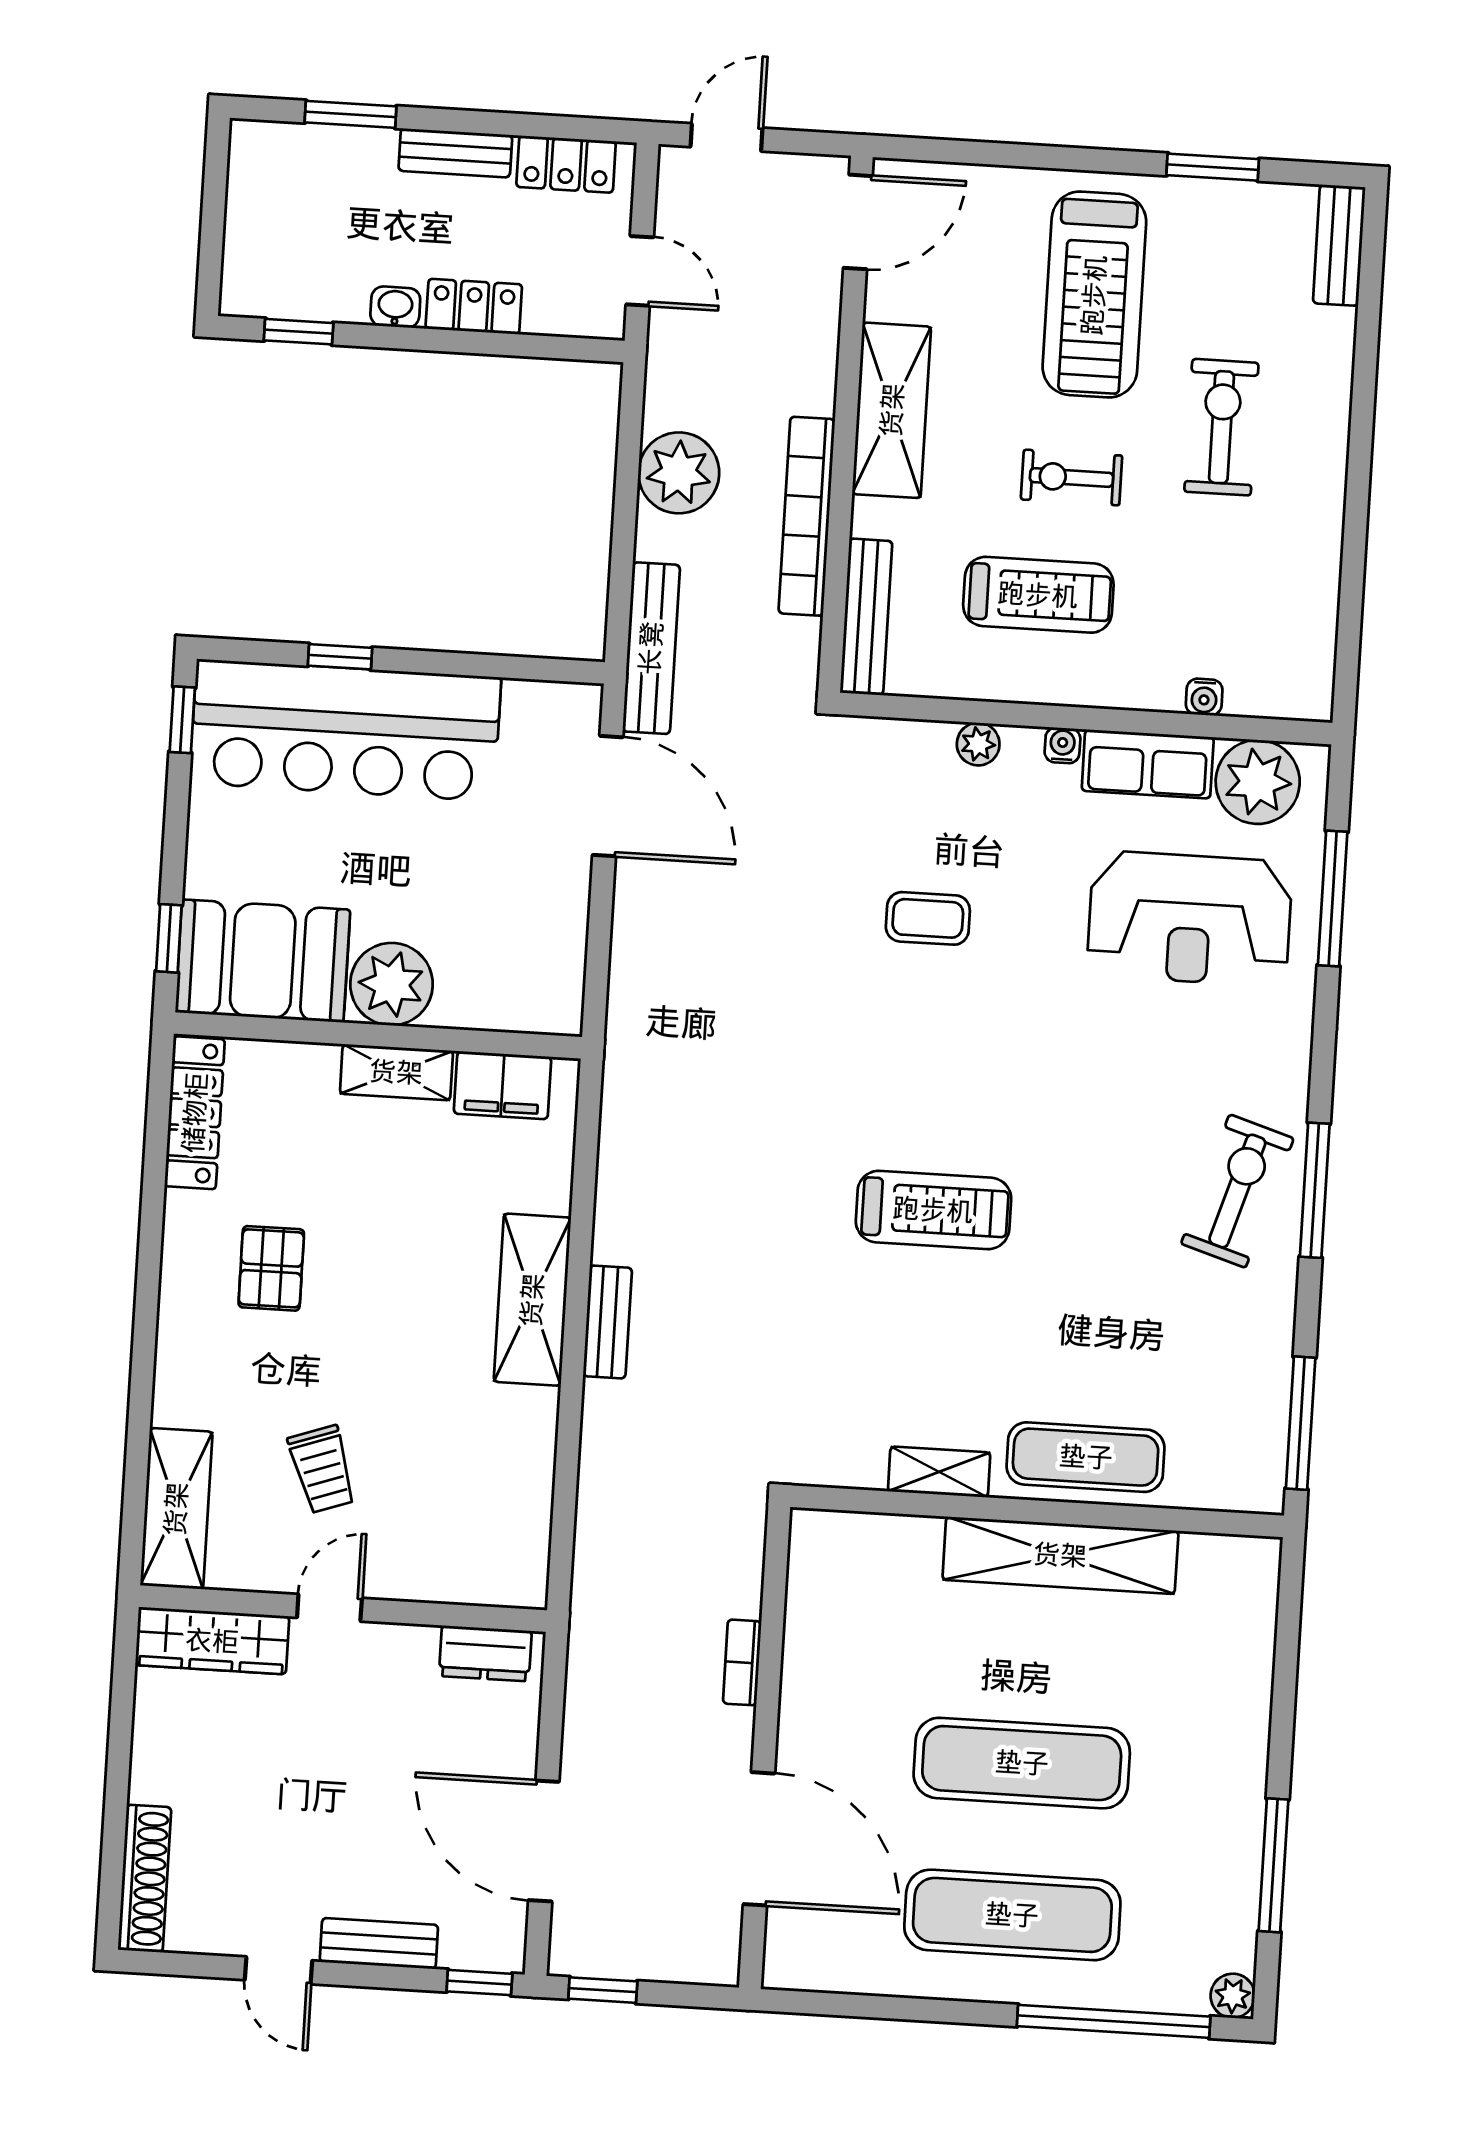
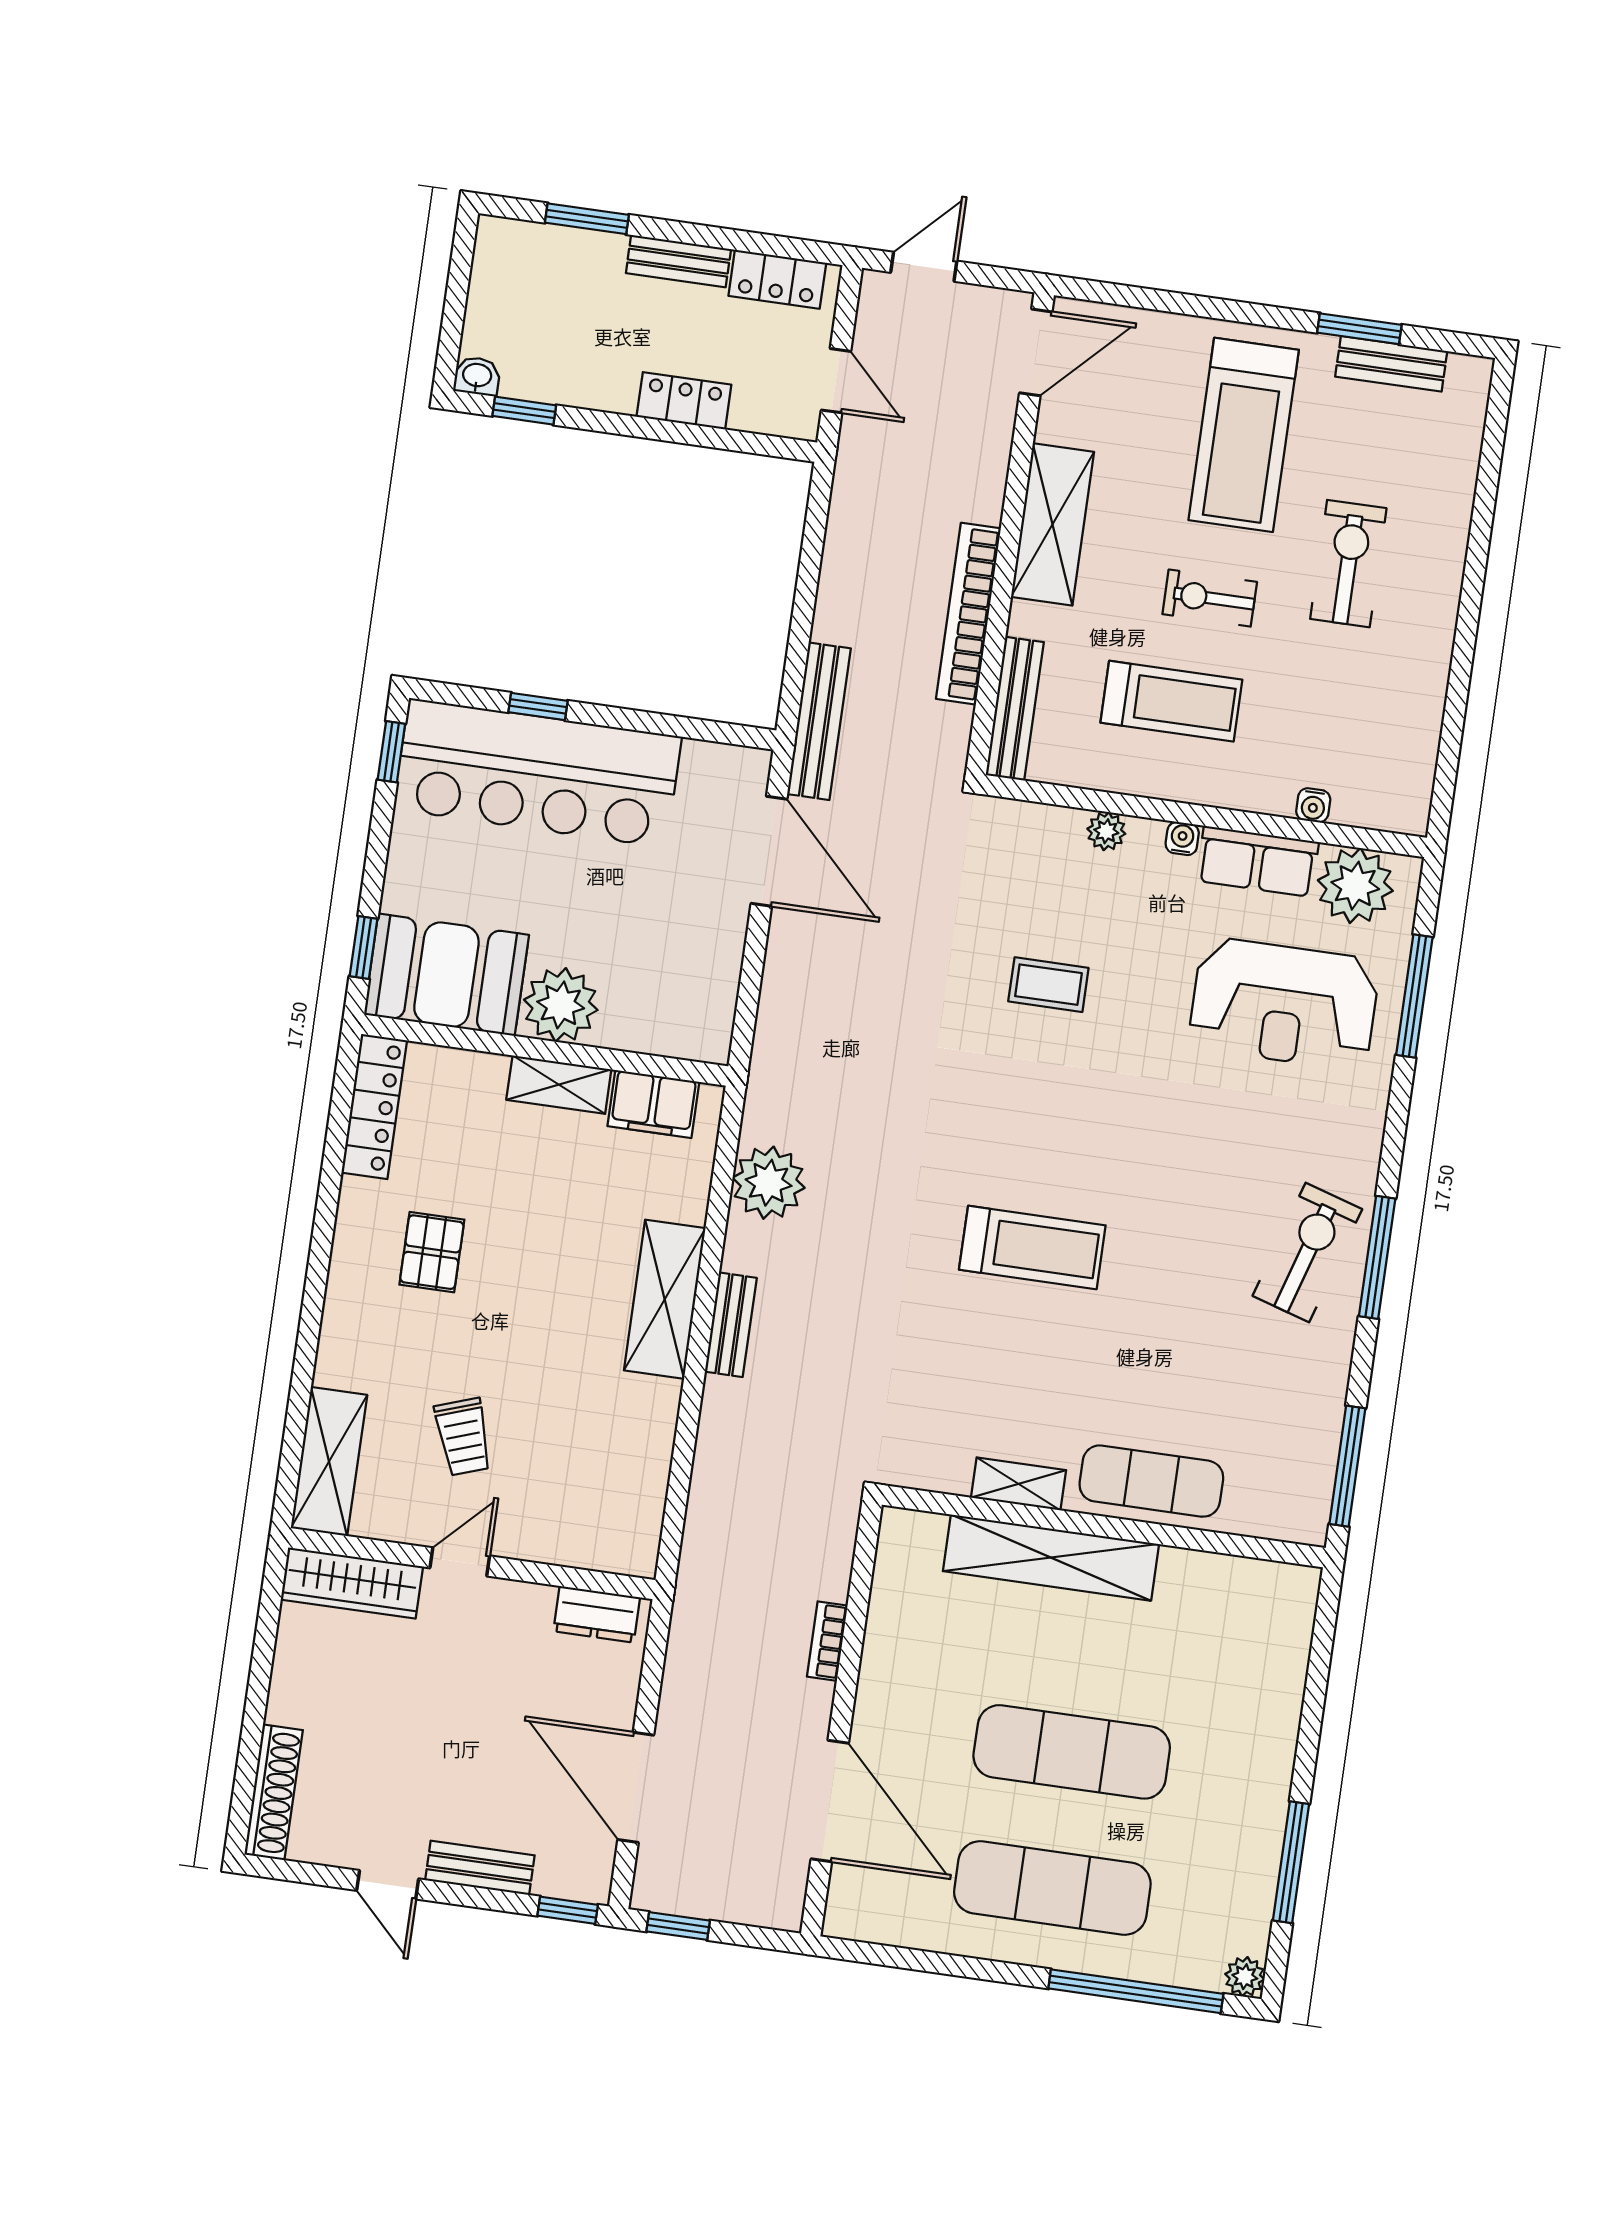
bench: (1339, 245) -> (1391, 364), moved, turned 90
washbasin: (395, 307) -> (477, 376), moved
plant: (679, 473) -> (769, 1183), moved
shelving: (1060, 1555) -> (1051, 1558), moved

